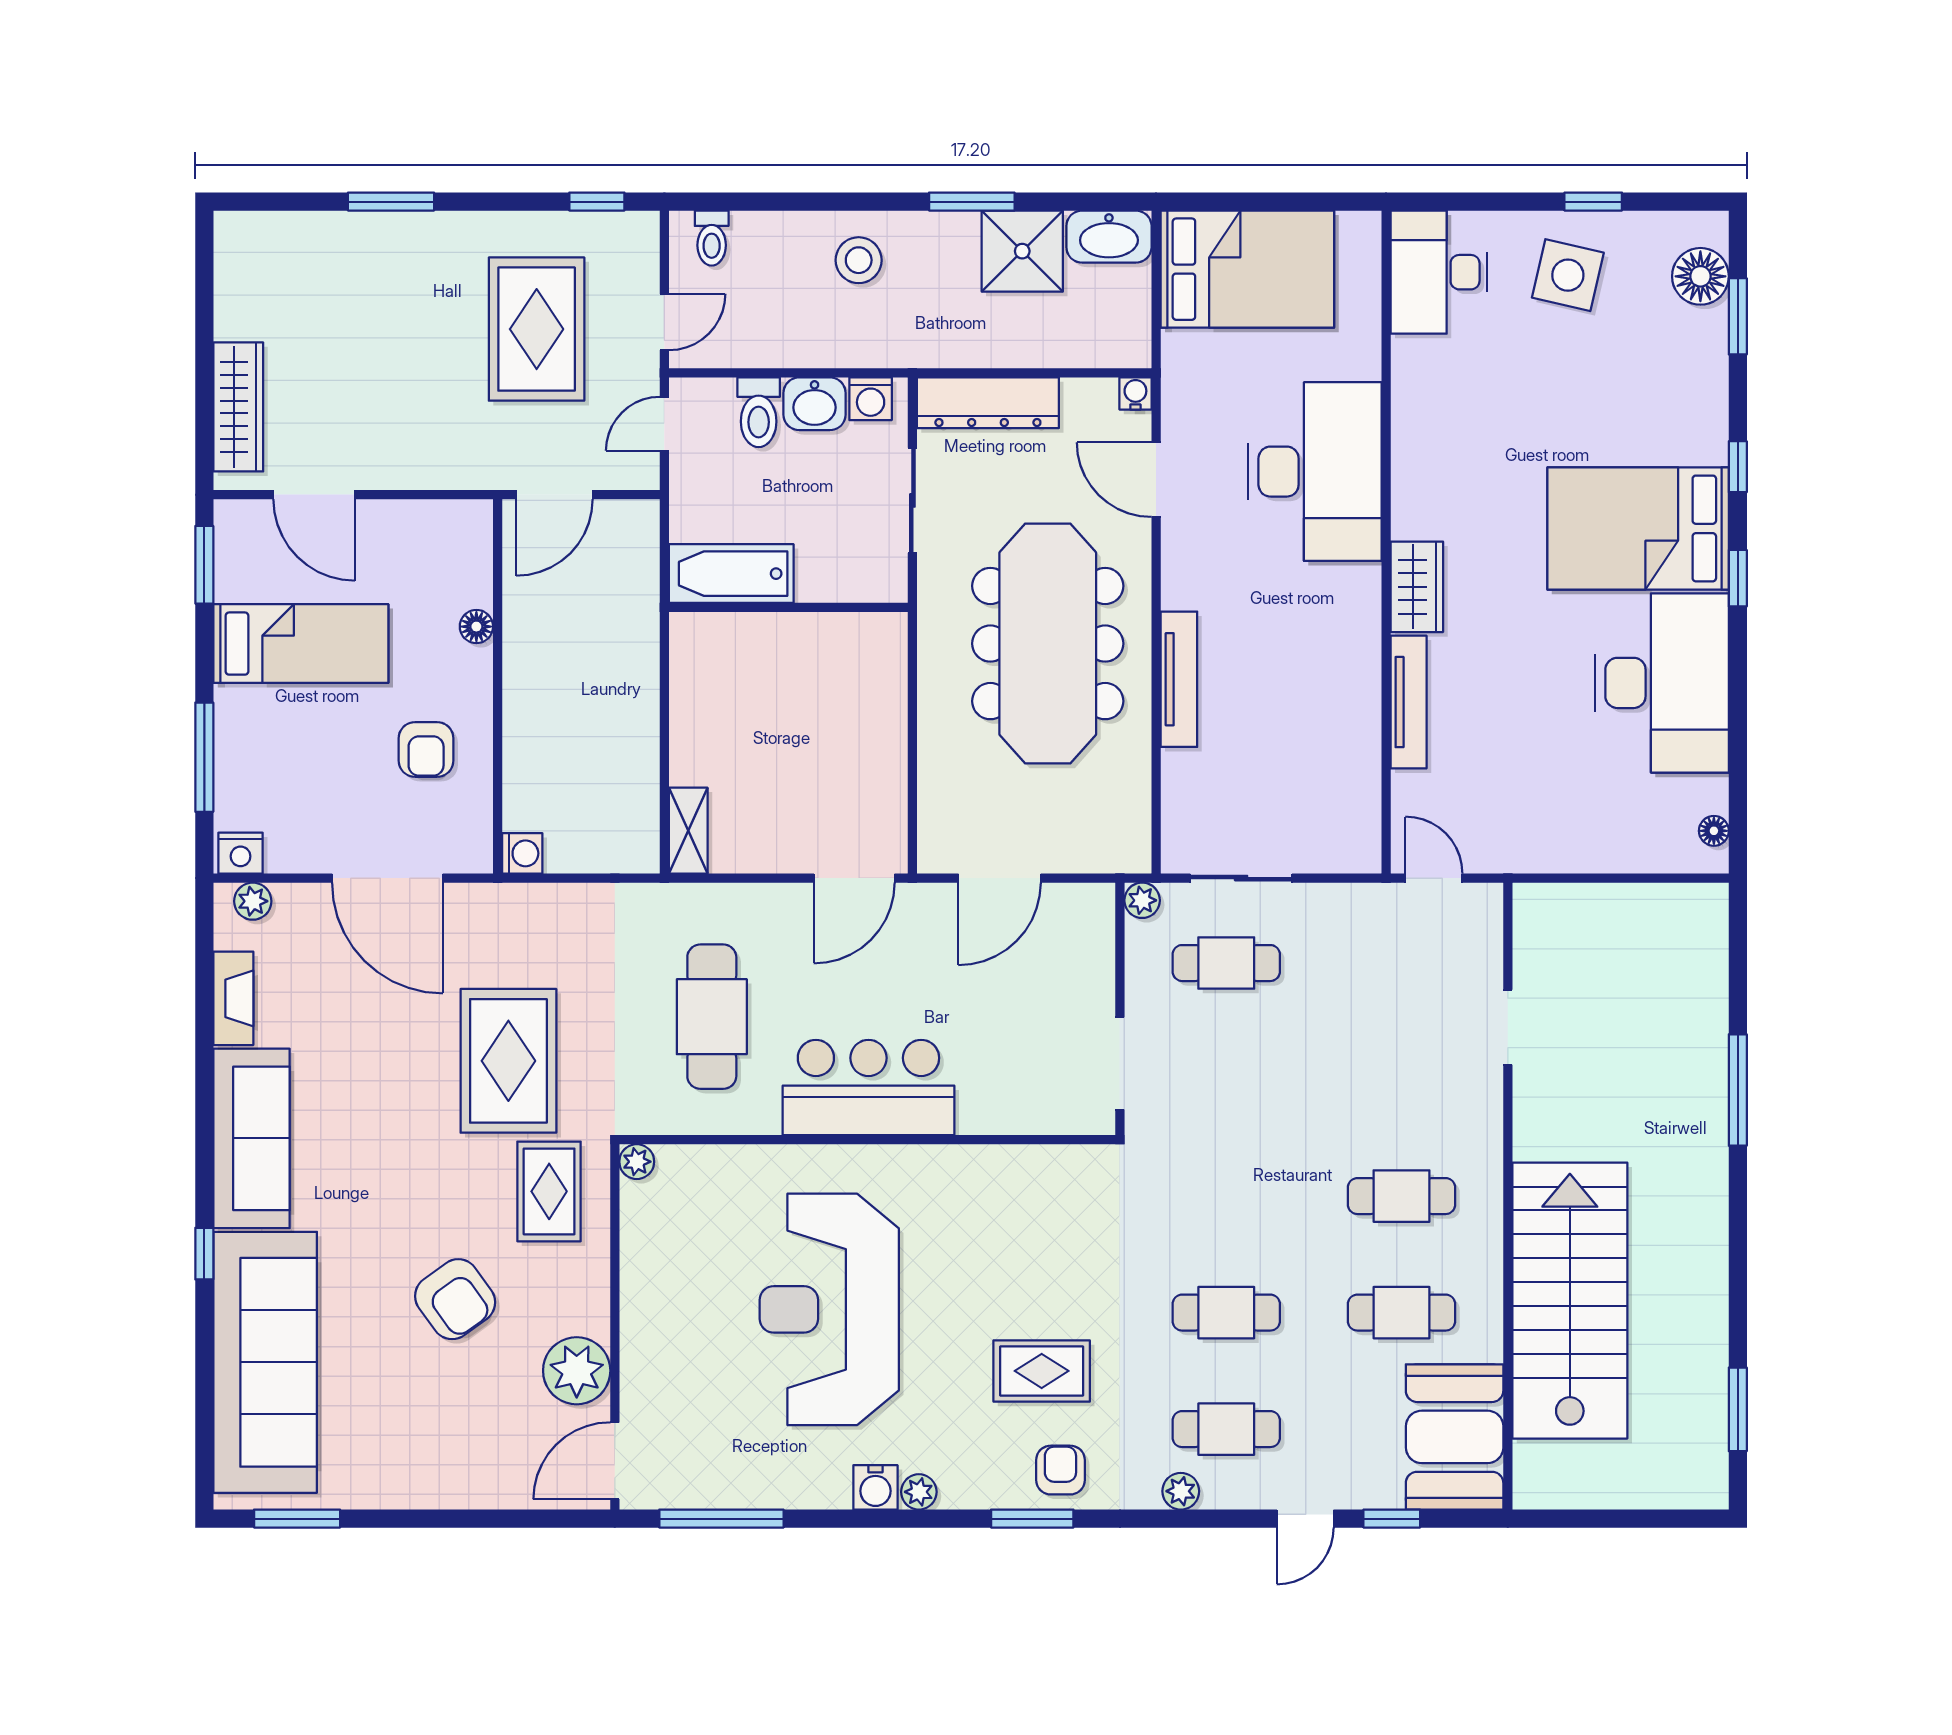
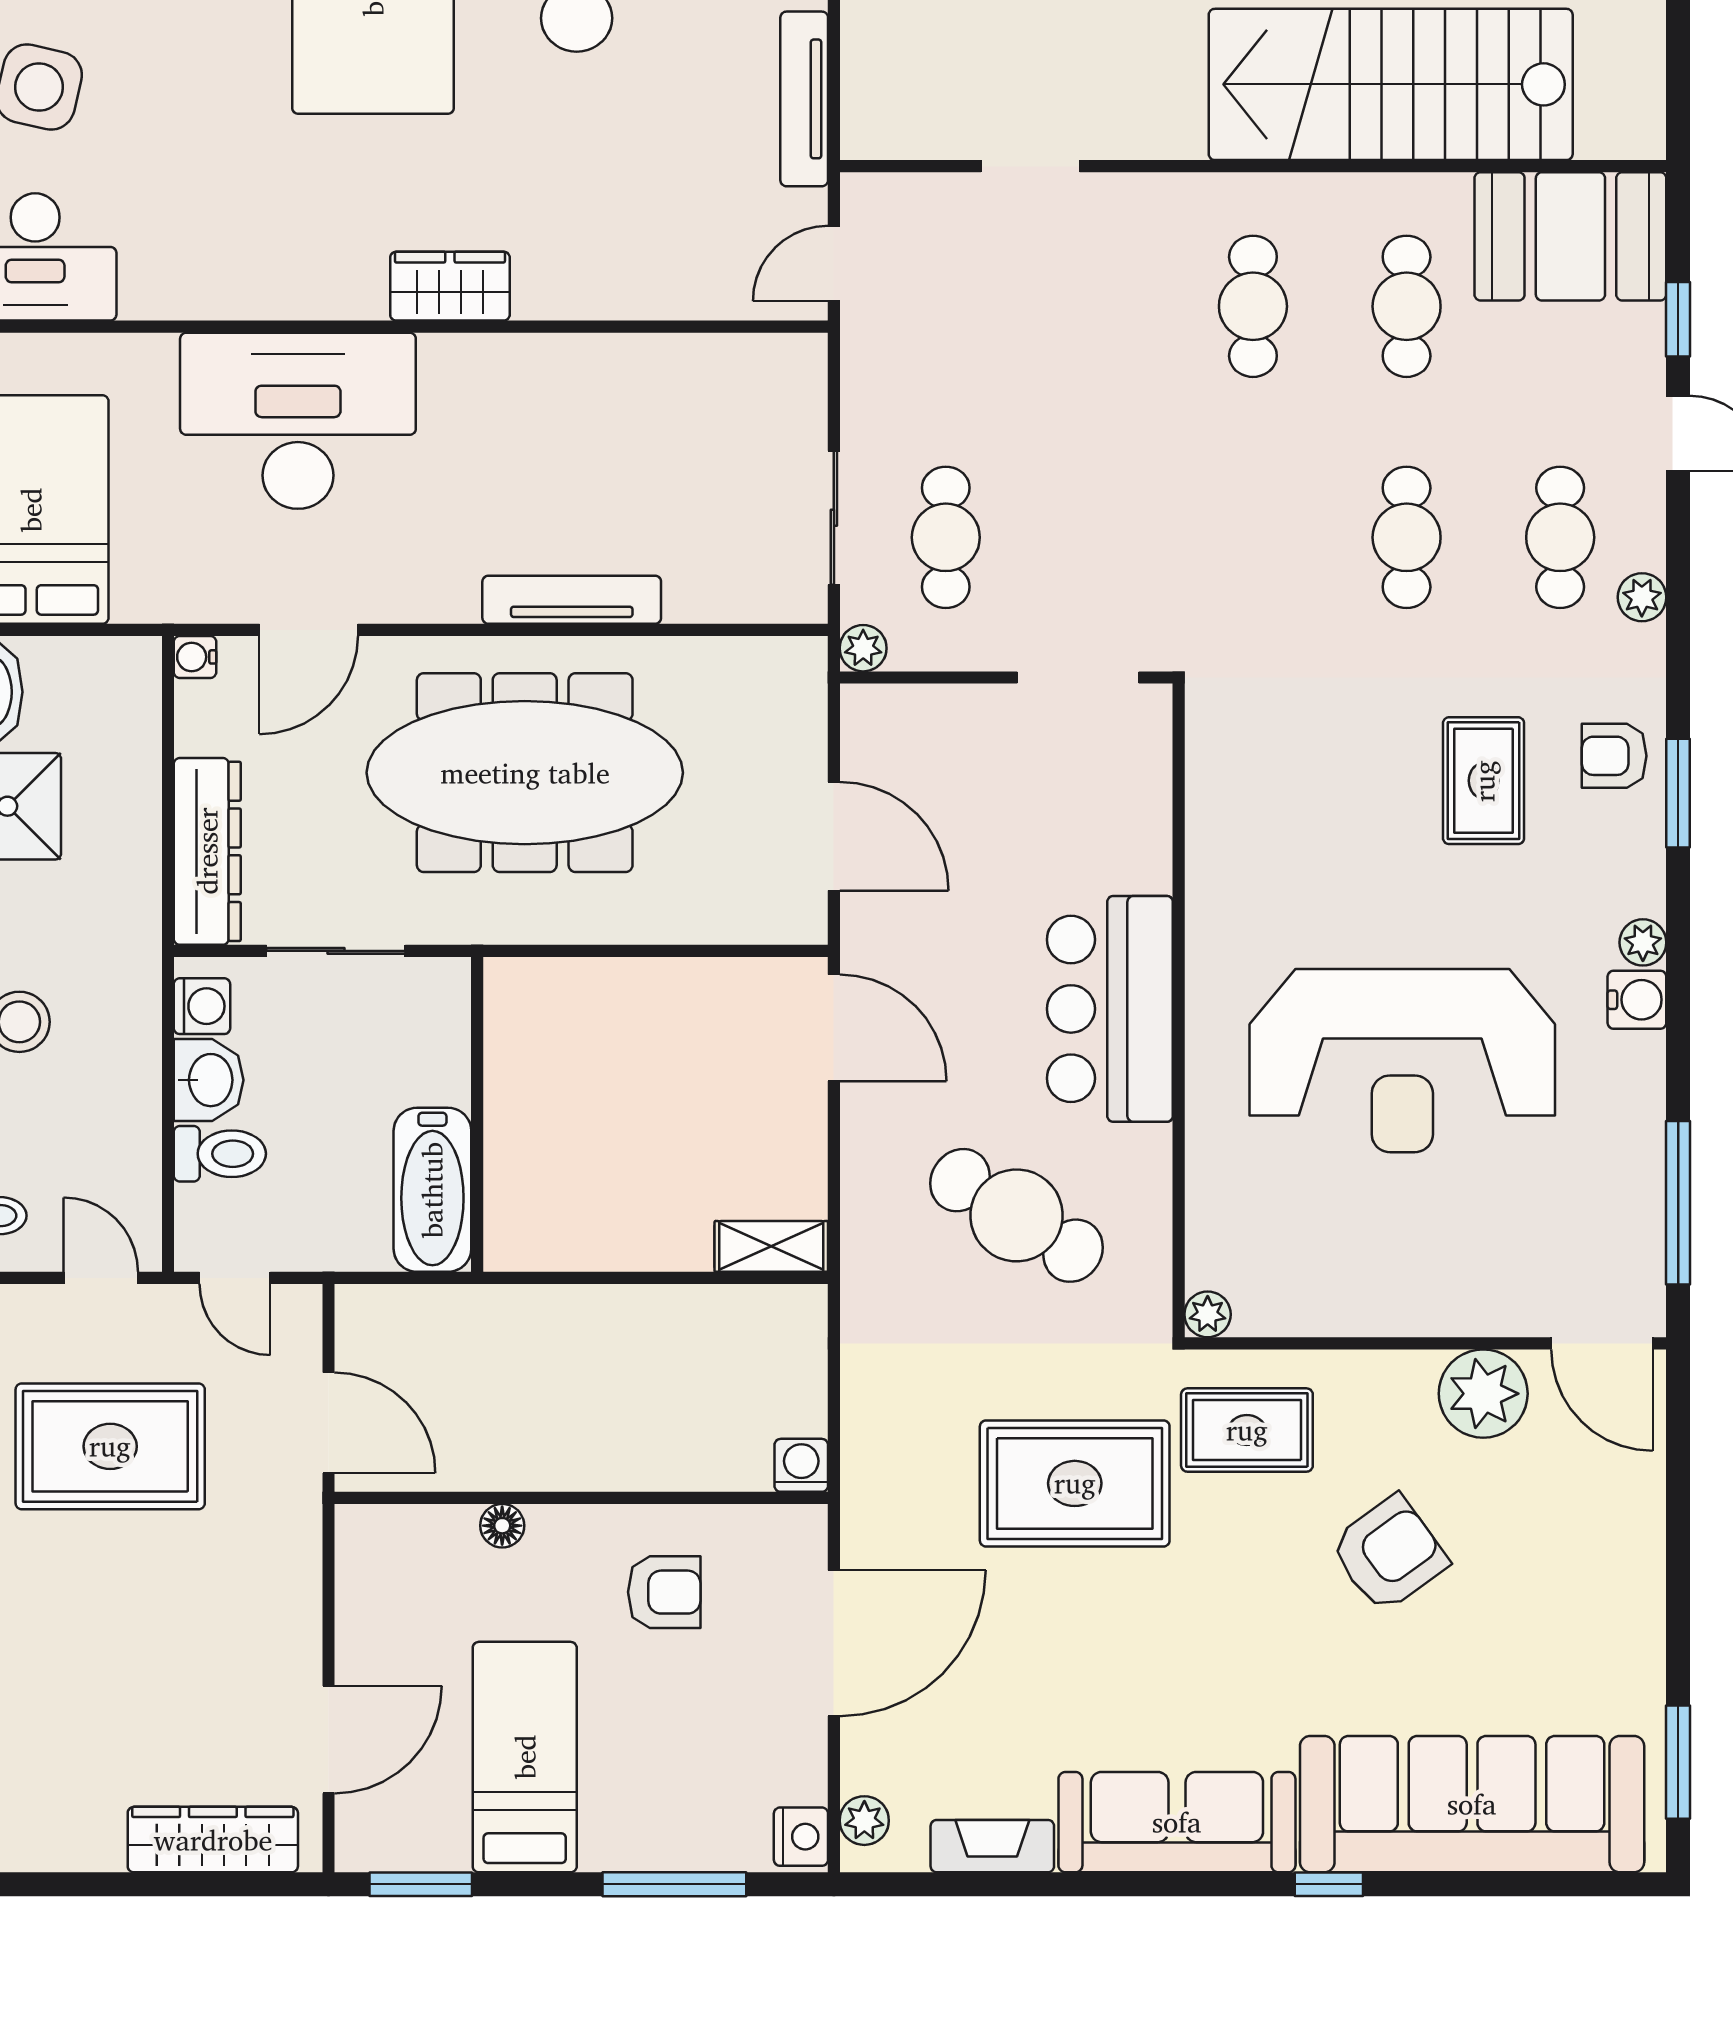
tv unit: (1409, 702) -> (804, 99), moved, turned -90
cafe table: (712, 1017) -> (1016, 1215), turned 32

